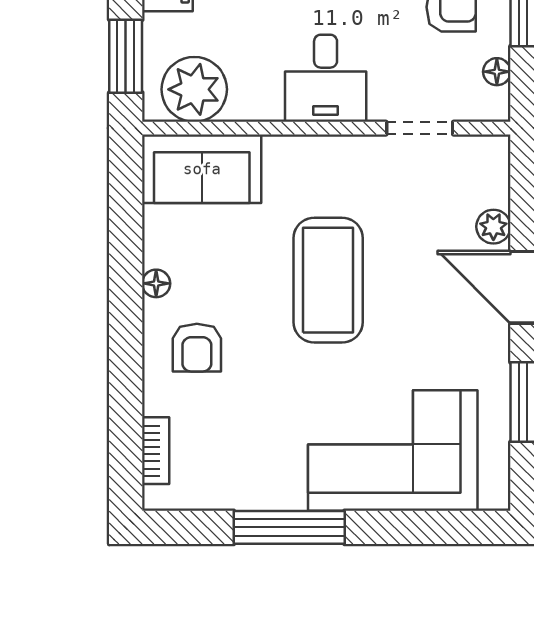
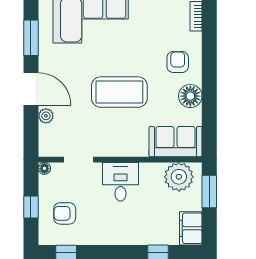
floor lamp: (497, 72) -> (44, 168), moved
coffee table: (328, 280) -> (119, 92), turned 90
floor lamp: (156, 283) -> (190, 96), width x1.89, depth x1.89

